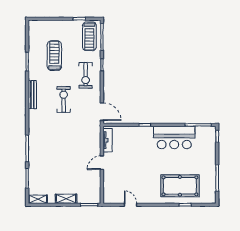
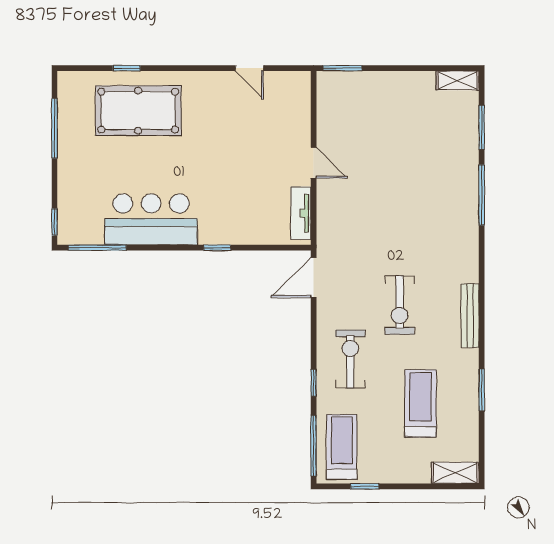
treadmill: (54, 56) -> (420, 403), turned 180
door: (102, 112) -> (314, 278), hinge flipped
door: (102, 163) -> (314, 163), hinge flipped
shelving: (66, 199) -> (455, 473), moved

